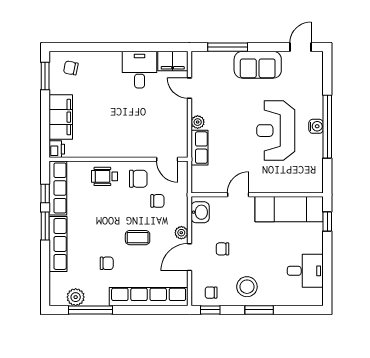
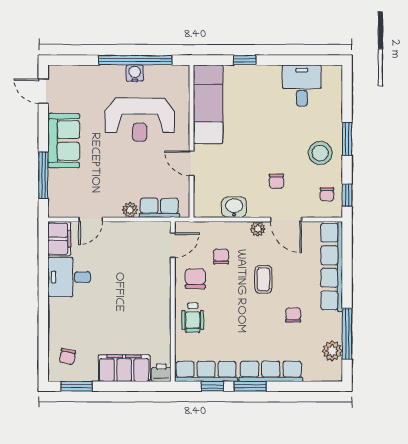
door: (238, 195) -> (191, 163), moved
wall: (257, 195) -> (191, 141), moved
exam couch: (289, 209) -> (208, 104), moved

